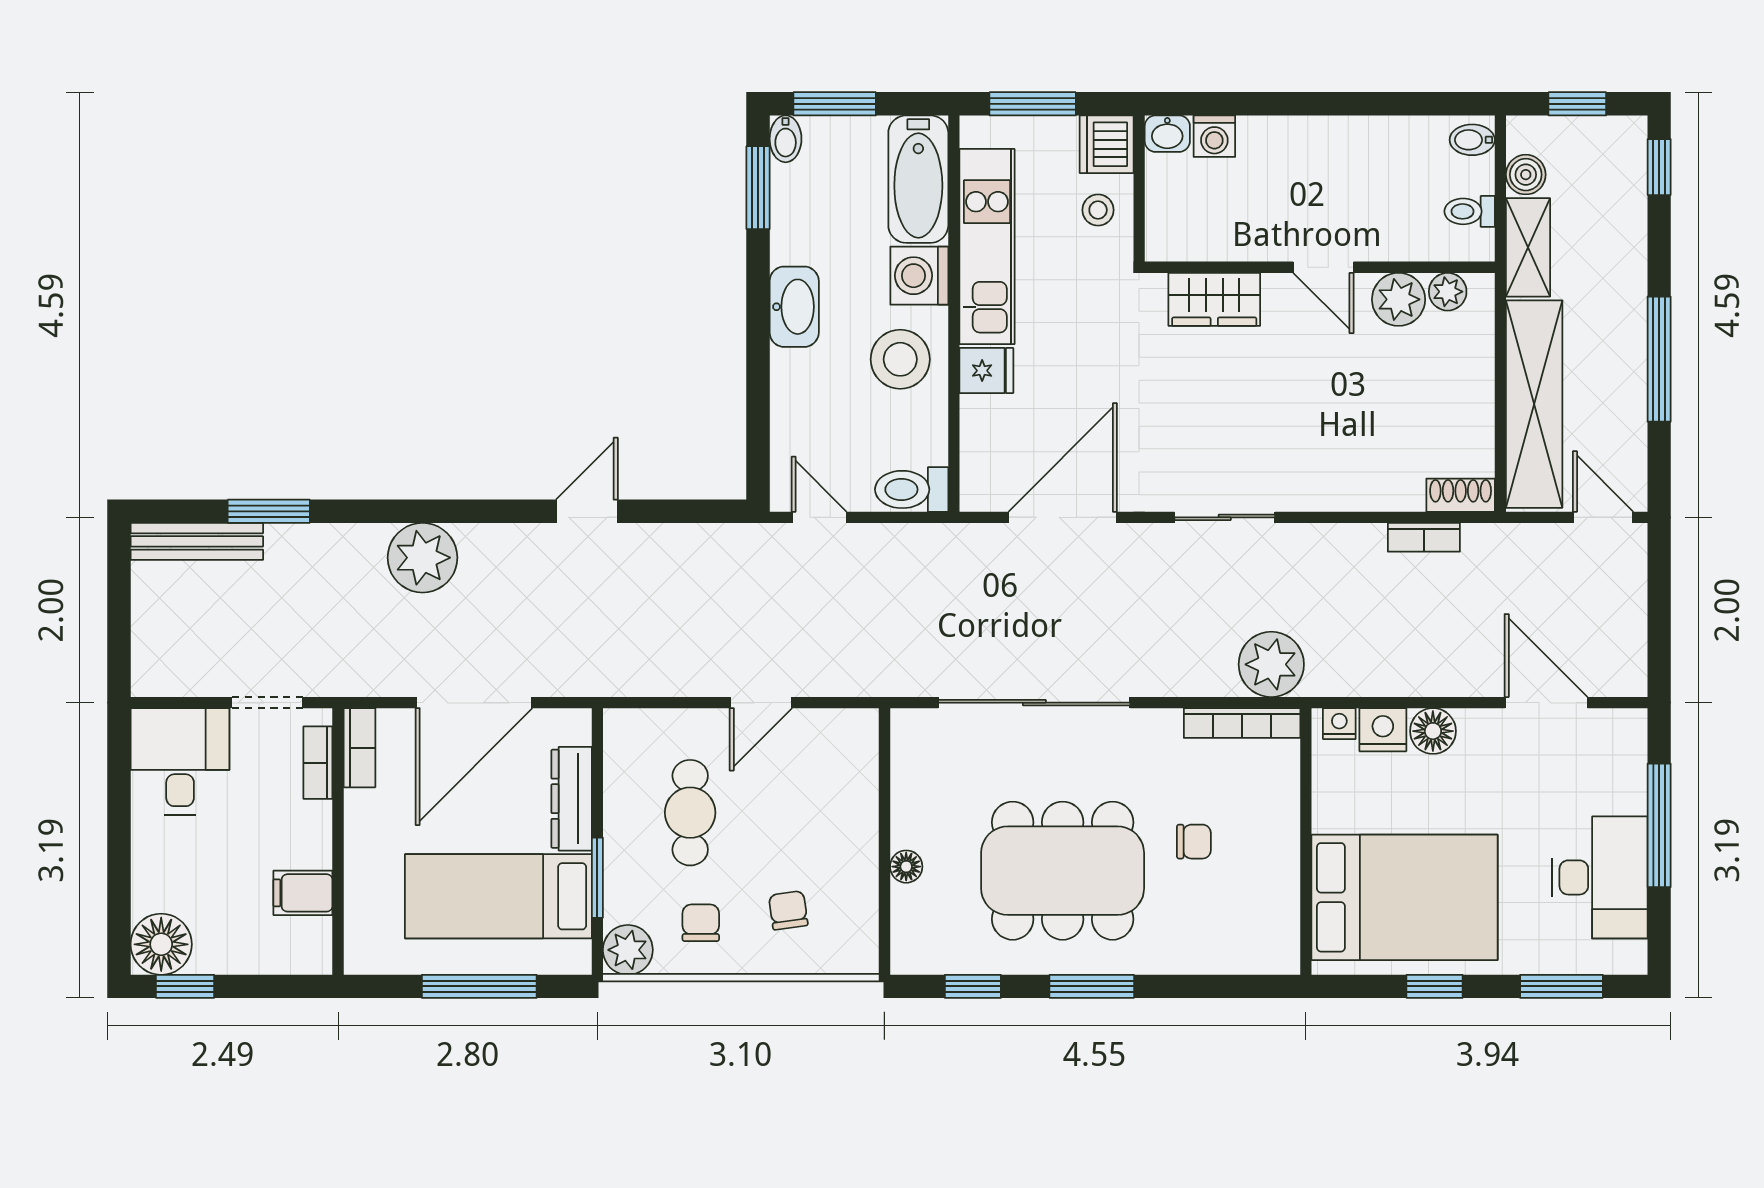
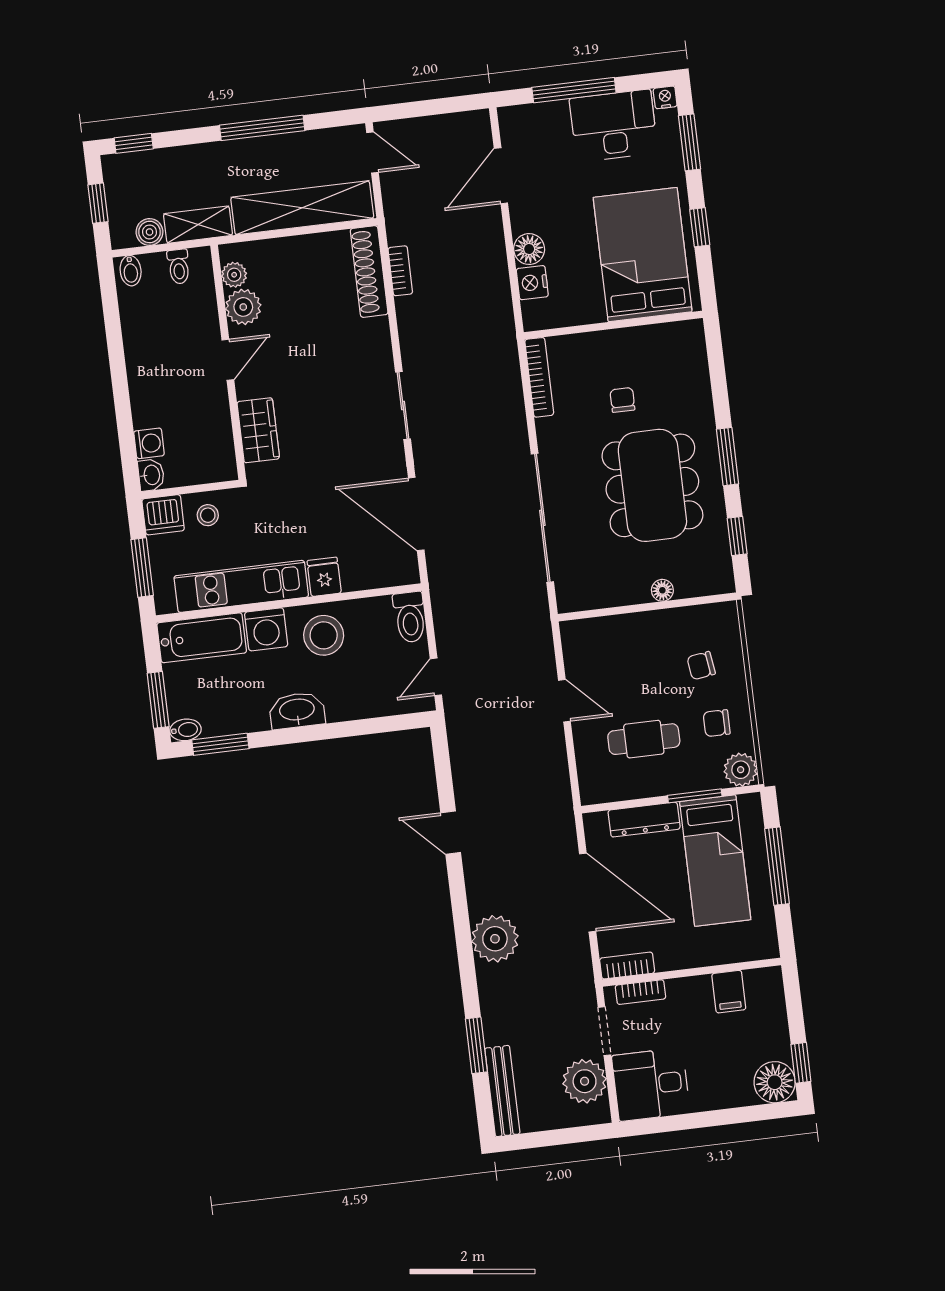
shoe rack: (1461, 495) -> (369, 272), width x1.94, depth x1.24
door: (1603, 517) -> (372, 153), swing flipped
plant: (1271, 664) -> (585, 1081), moved
nightstand: (1339, 724) -> (665, 97), moved, turned 90

